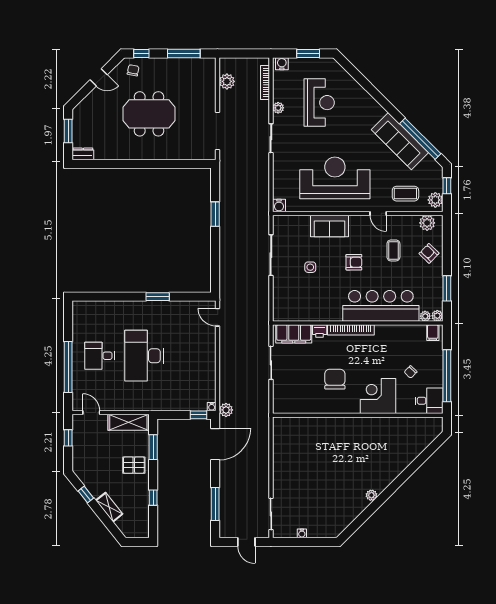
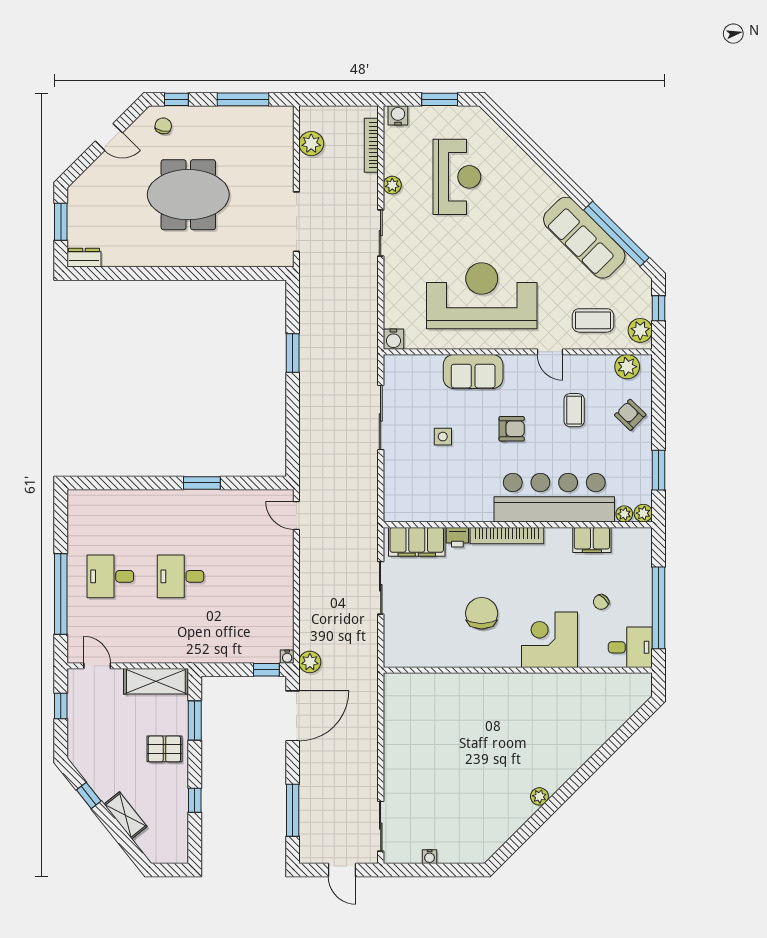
filing cabinet: (433, 333) -> (592, 540), moved, width x2.00
desk: (144, 356) -> (180, 576), width x0.53, depth x0.77

